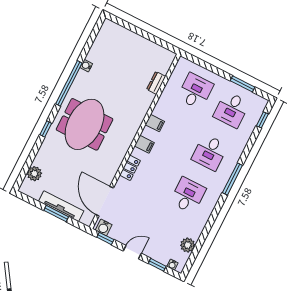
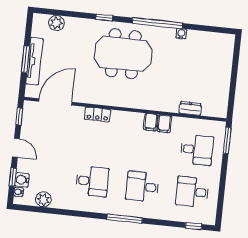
window: (242, 84) -> (227, 140), moved
filing cabinet: (144, 144) -> (164, 124), moved
water cooler: (104, 227) -> (22, 180), moved

